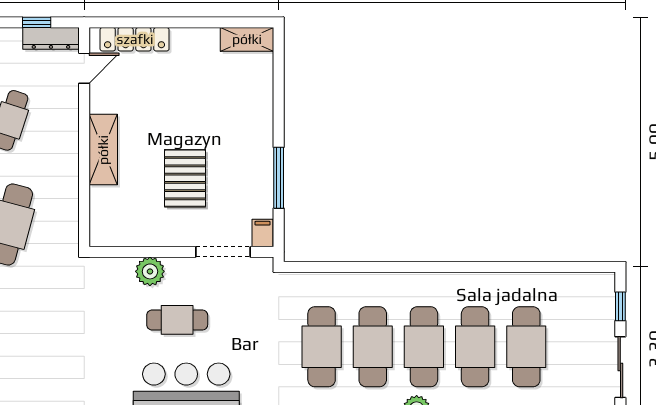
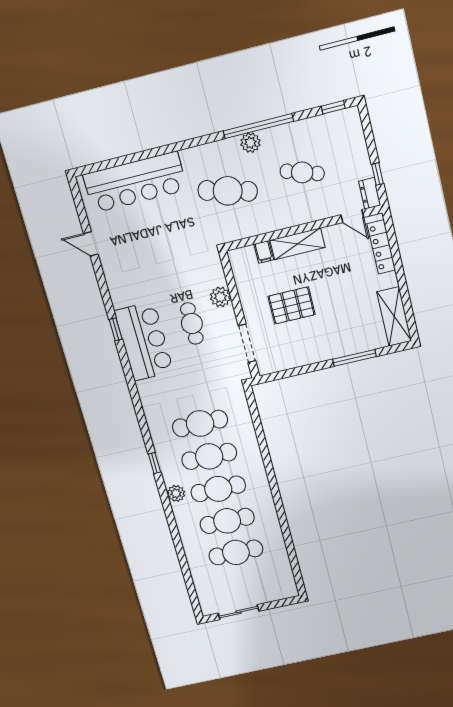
dresser: (51, 38) -> (370, 193), width x0.70
shelving: (247, 39) -> (394, 316), width x1.50, depth x1.33
window: (279, 178) -> (354, 358), moved
filing cabinet: (262, 233) -> (264, 252), moved, turned 90
window: (620, 306) -> (278, 604), removed

